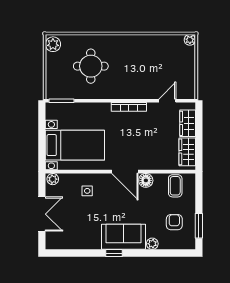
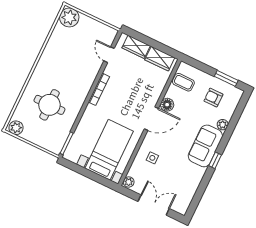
plant: (190, 40) -> (69, 17), width x1.87, depth x1.87

